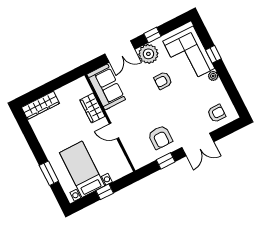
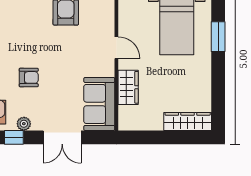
double door: (120, 52) -> (62, 137), swing flipped
plant: (148, 54) -> (24, 124), width x0.53, depth x0.53

